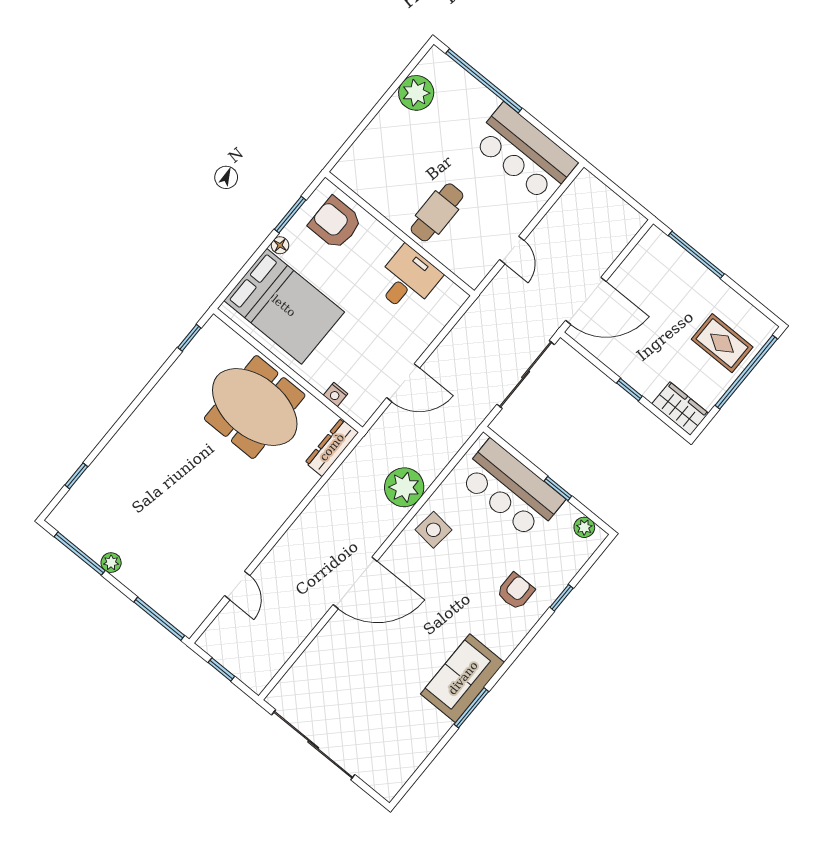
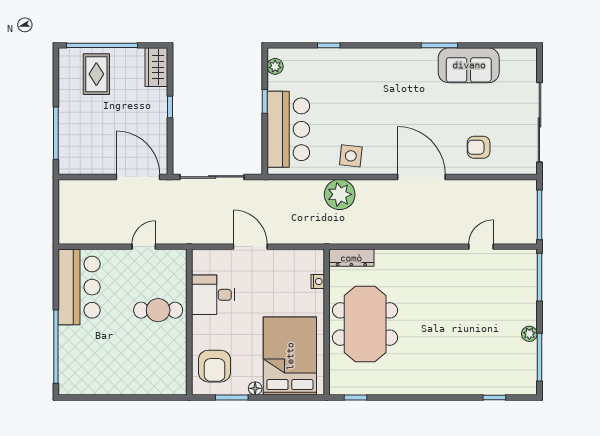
plant: (416, 93) -> (96, 382), removed
door: (403, 383) -> (250, 247), moved
armchair: (516, 591) -> (479, 147), moved
window: (221, 669) -> (539, 215), width x2.17
sofa: (463, 678) -> (469, 65), moved

